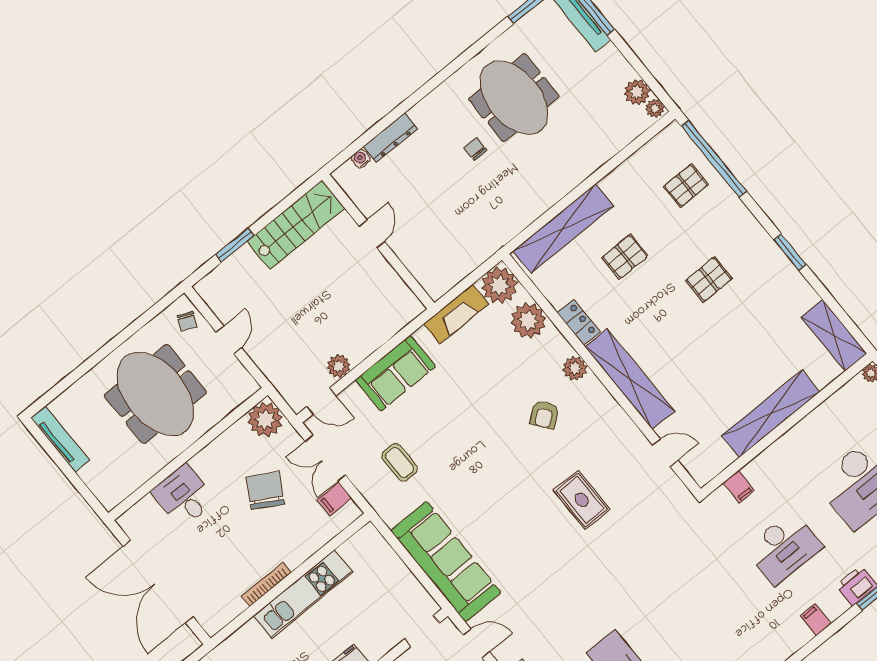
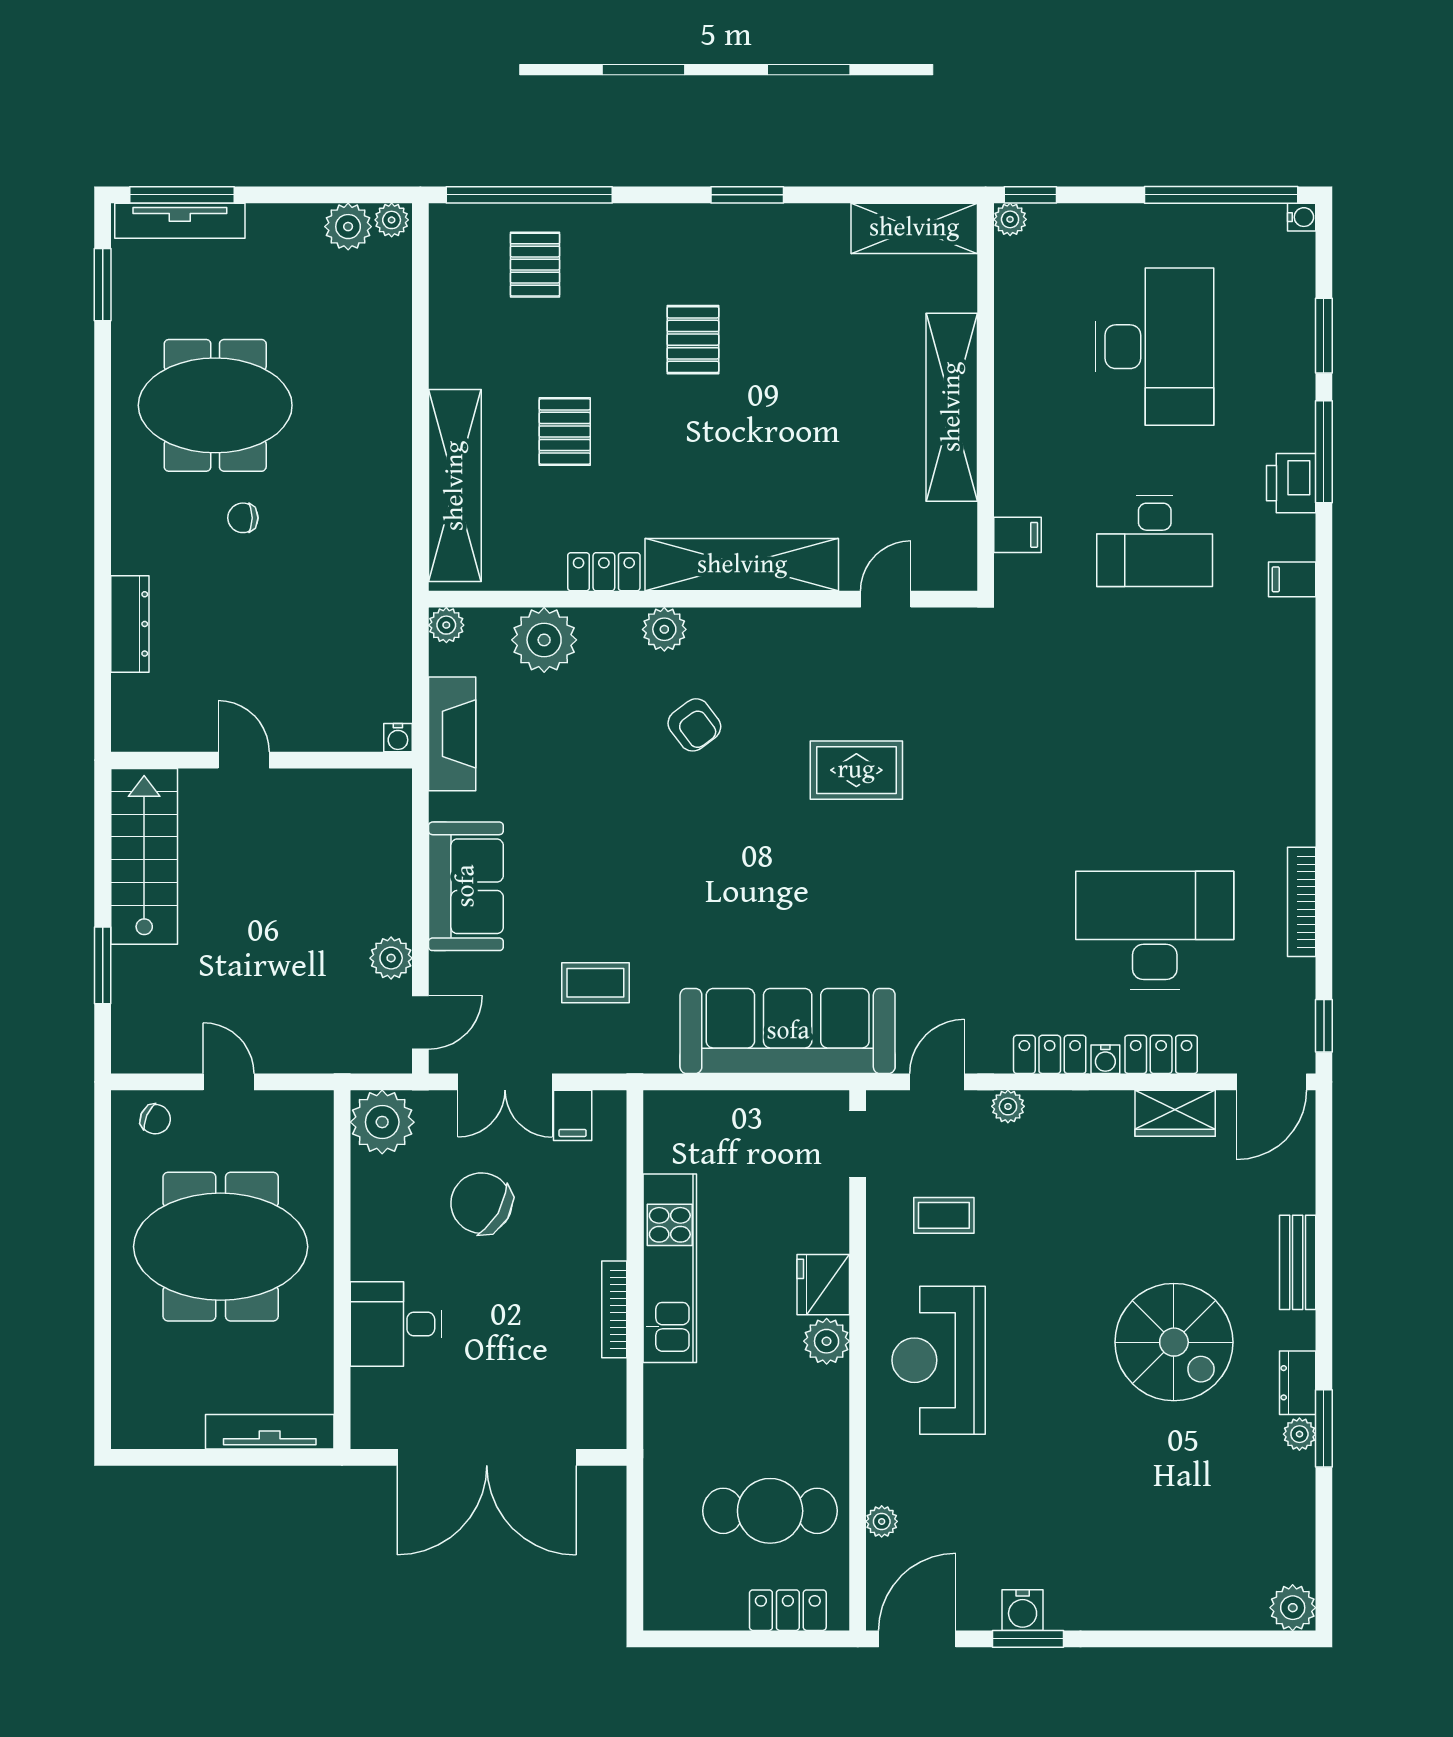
water cooler: (361, 159) -> (398, 738), moved, turned -90
plant: (499, 285) -> (446, 625), width x0.53, depth x0.53
tv unit: (60, 439) -> (270, 1432), moved
desk: (784, 548) -> (1155, 541), turned 90

